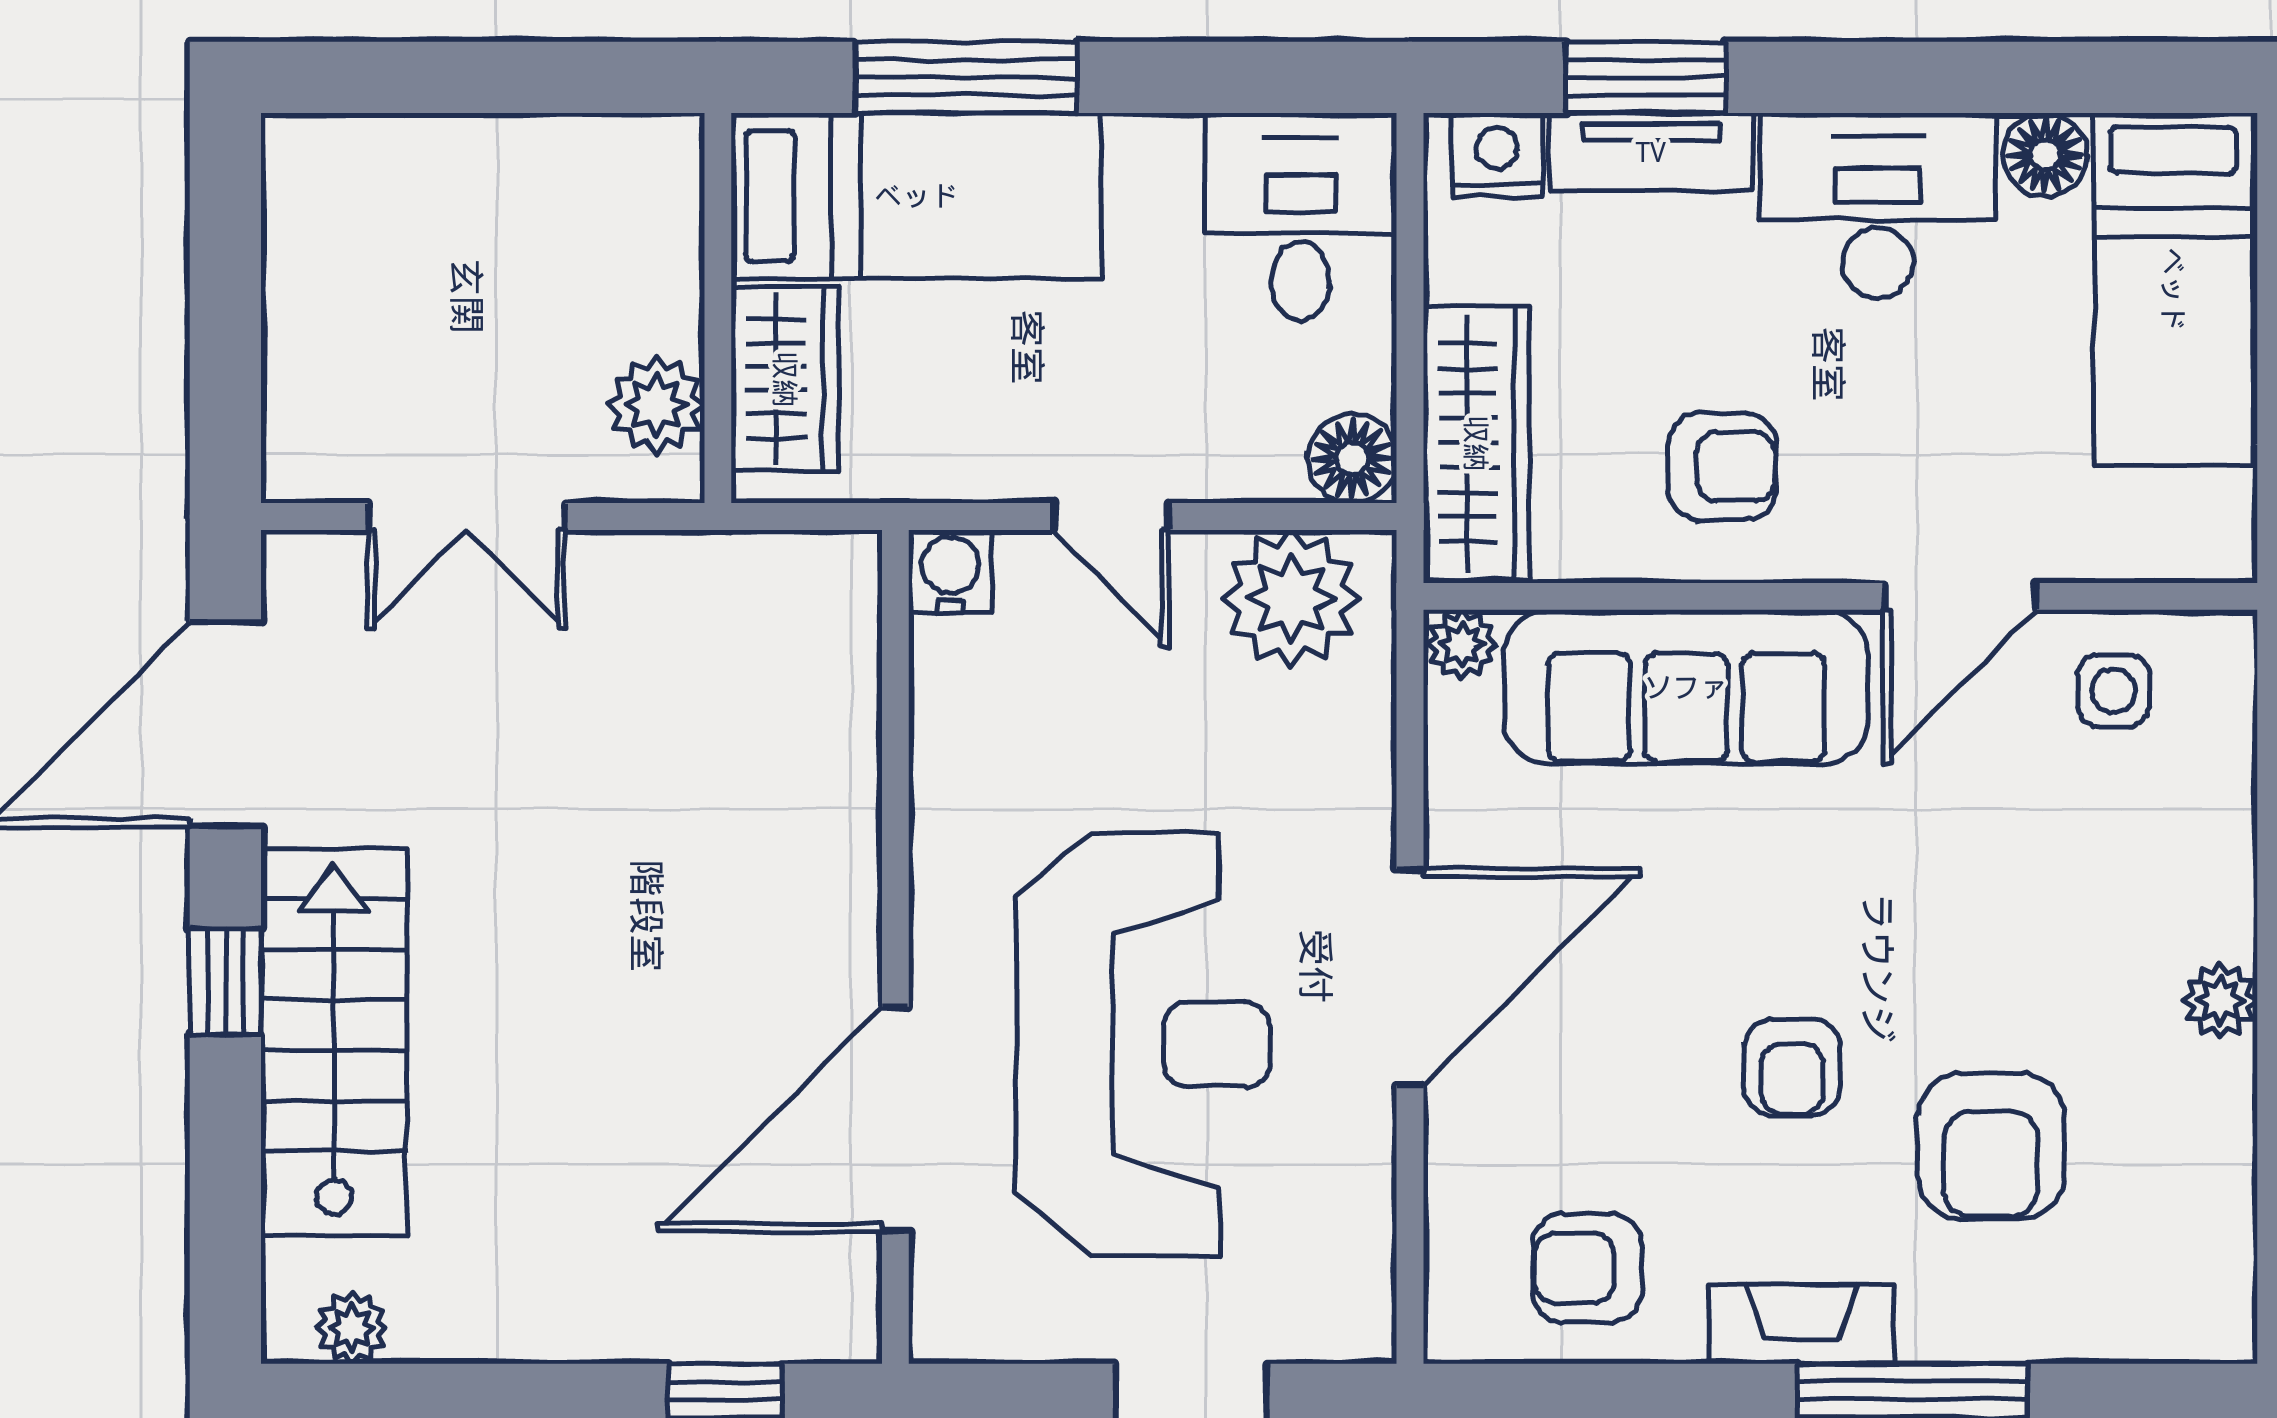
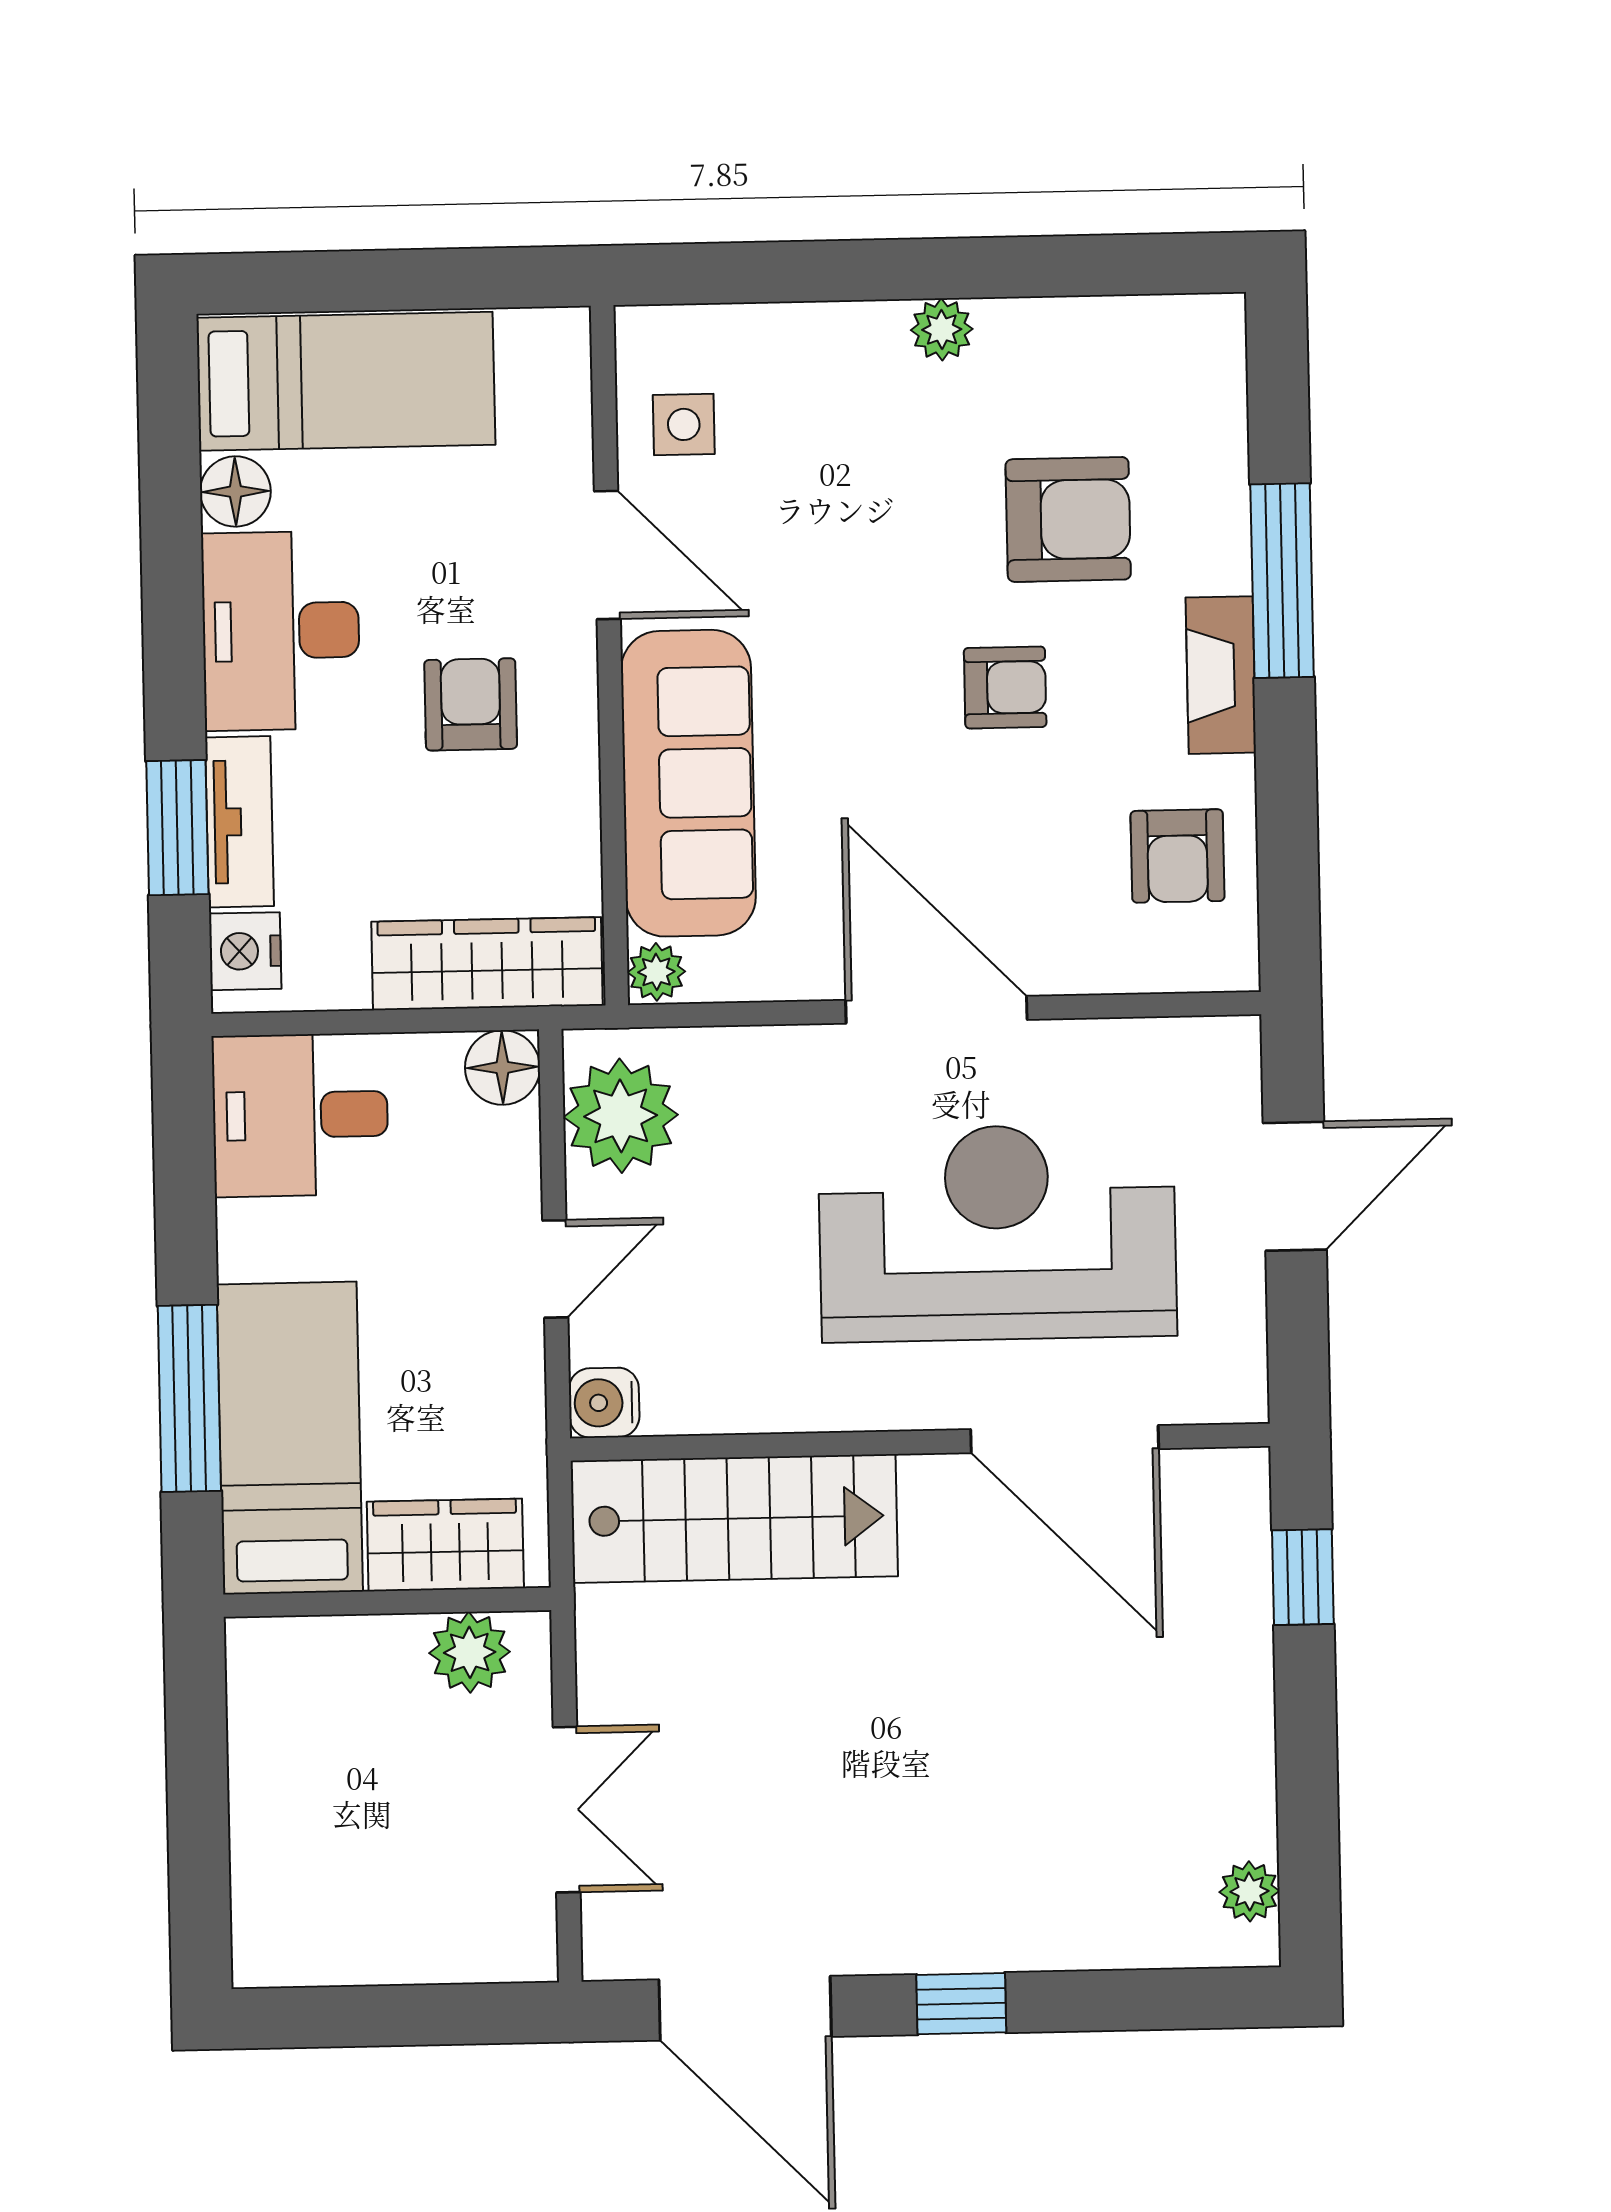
armchair: (1722, 467) -> (471, 704), moved
stairs: (334, 1042) -> (734, 1519), moved, turned 180

